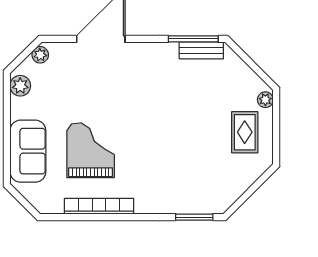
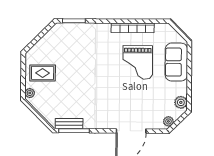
rug: (245, 132) -> (43, 73), turned 90

